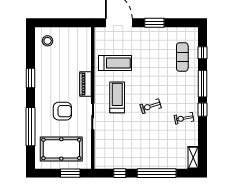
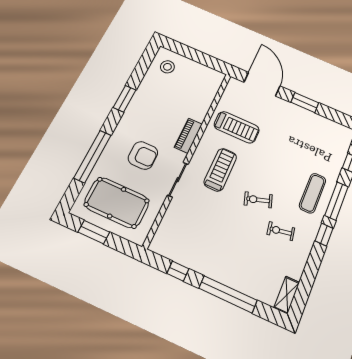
exercise mat: (182, 57) -> (313, 193), moved
exercise bike: (184, 118) -> (281, 231), moved
window: (70, 173) -> (94, 232), moved

